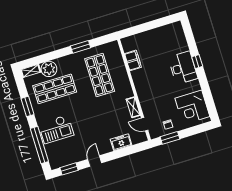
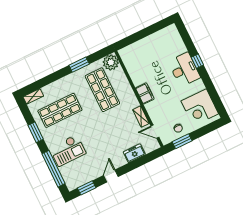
filing cabinet: (133, 60) -> (145, 93), moved
plant: (49, 69) -> (111, 62), moved

